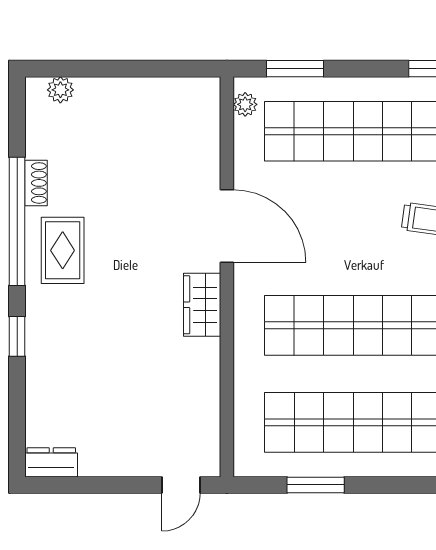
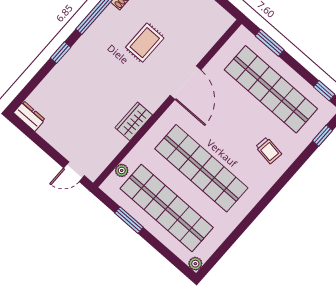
plant: (245, 104) -> (122, 170), moved
rug: (63, 250) -> (145, 43), moved
wardrobe: (202, 305) -> (134, 121), moved

